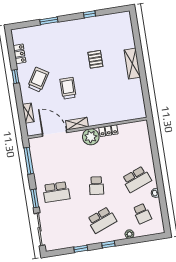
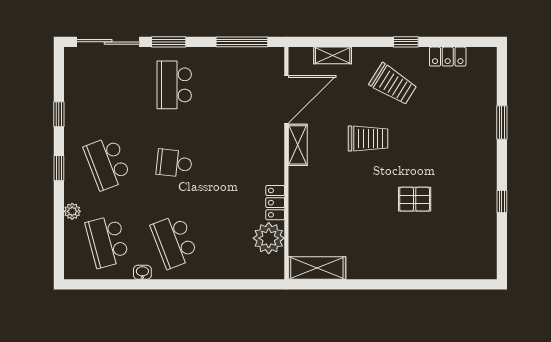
shelving: (132, 64) -> (317, 268), moved
plant: (91, 137) -> (269, 238), moved
school desk: (142, 214) -> (107, 241), width x1.85

